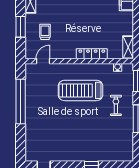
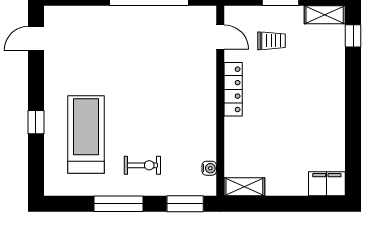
locker: (92, 54) -> (233, 89), moved
treadmill: (80, 90) -> (86, 135), moved

